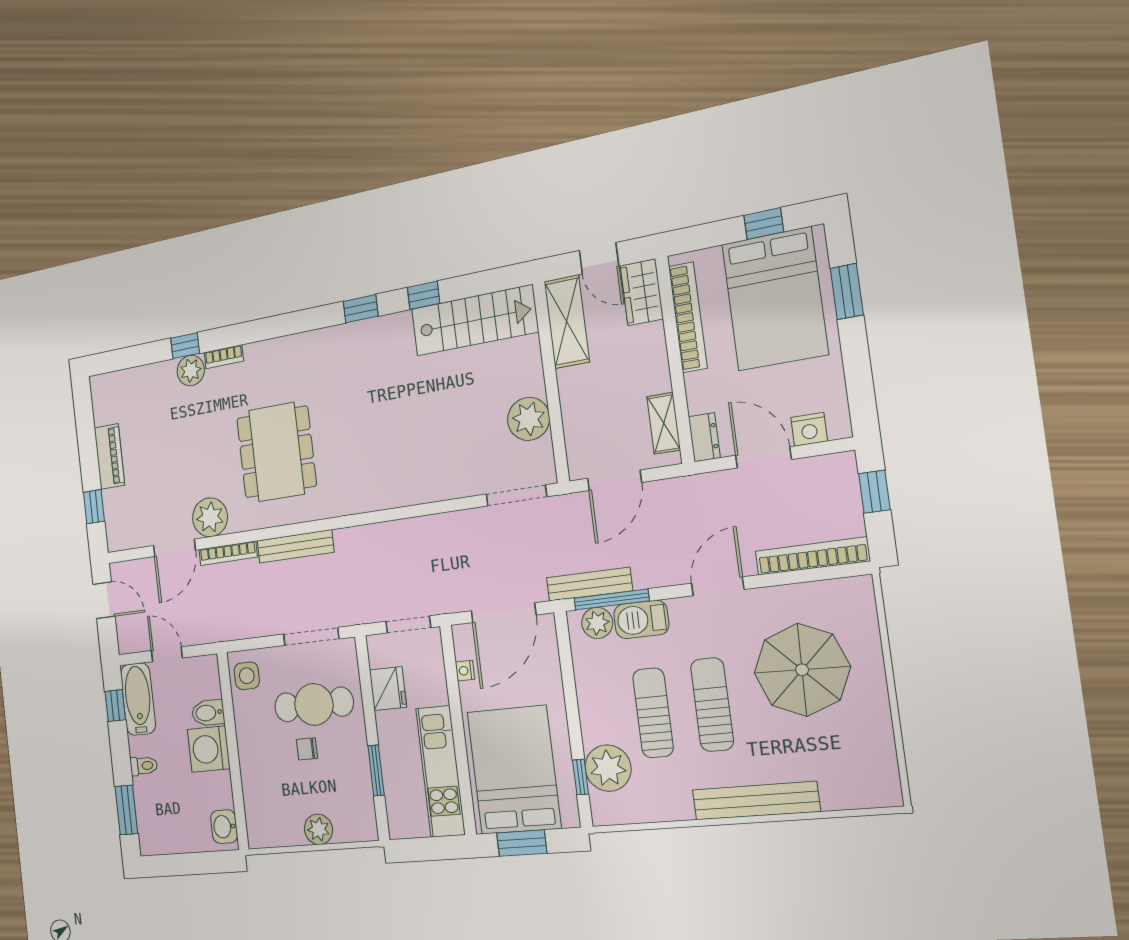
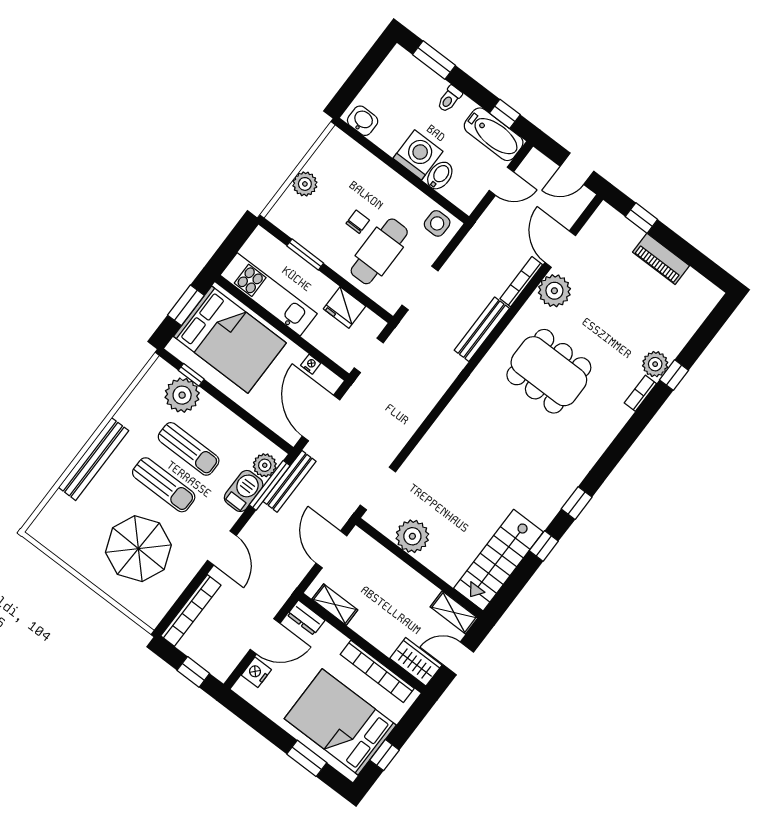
shelving: (567, 322) -> (454, 612), width x0.67, depth x0.75

